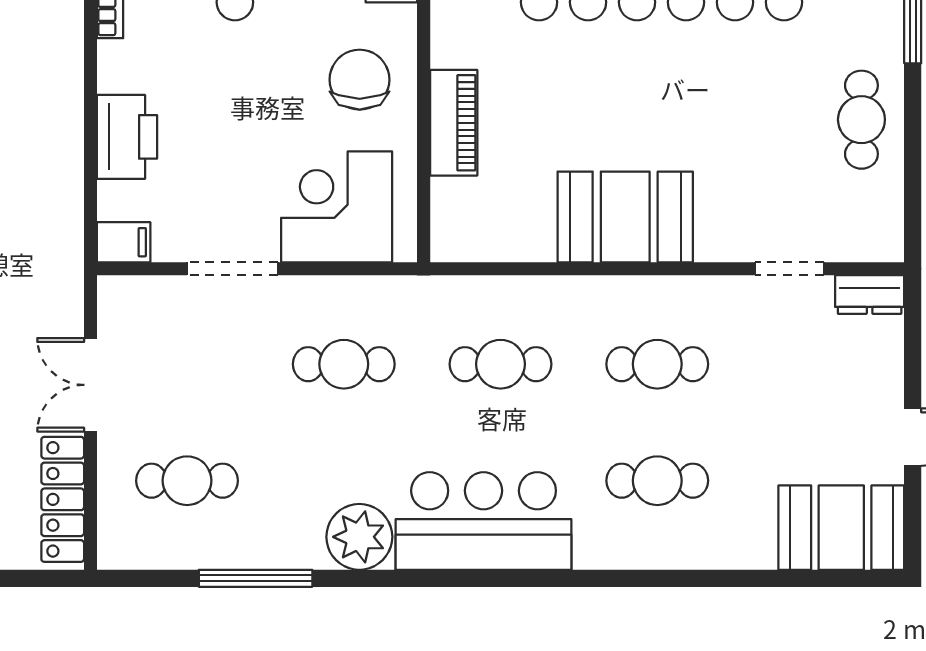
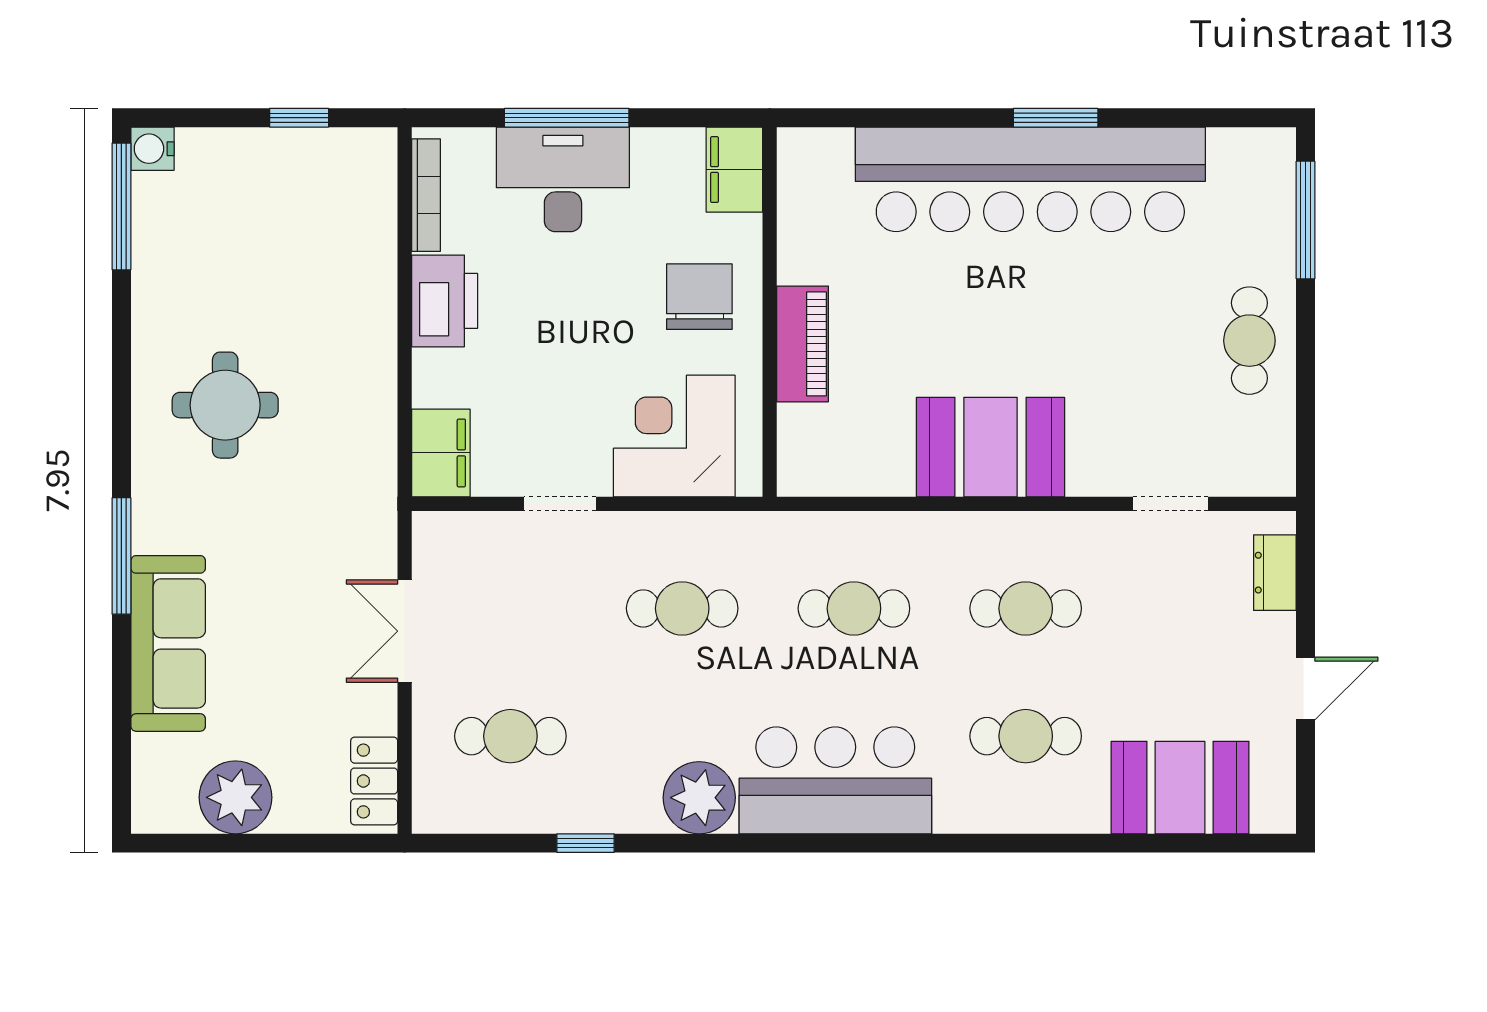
printer: (127, 137) -> (445, 301), moved
filing cabinet: (124, 242) -> (441, 453), width x2.00
doorway: (232, 269) -> (560, 504), width x0.73
dresser: (870, 295) -> (1275, 573), moved, turned 90
locker: (63, 499) -> (374, 781), width x0.66
booth: (841, 528) -> (1180, 788), moved
window: (256, 578) -> (586, 843), width x0.46

